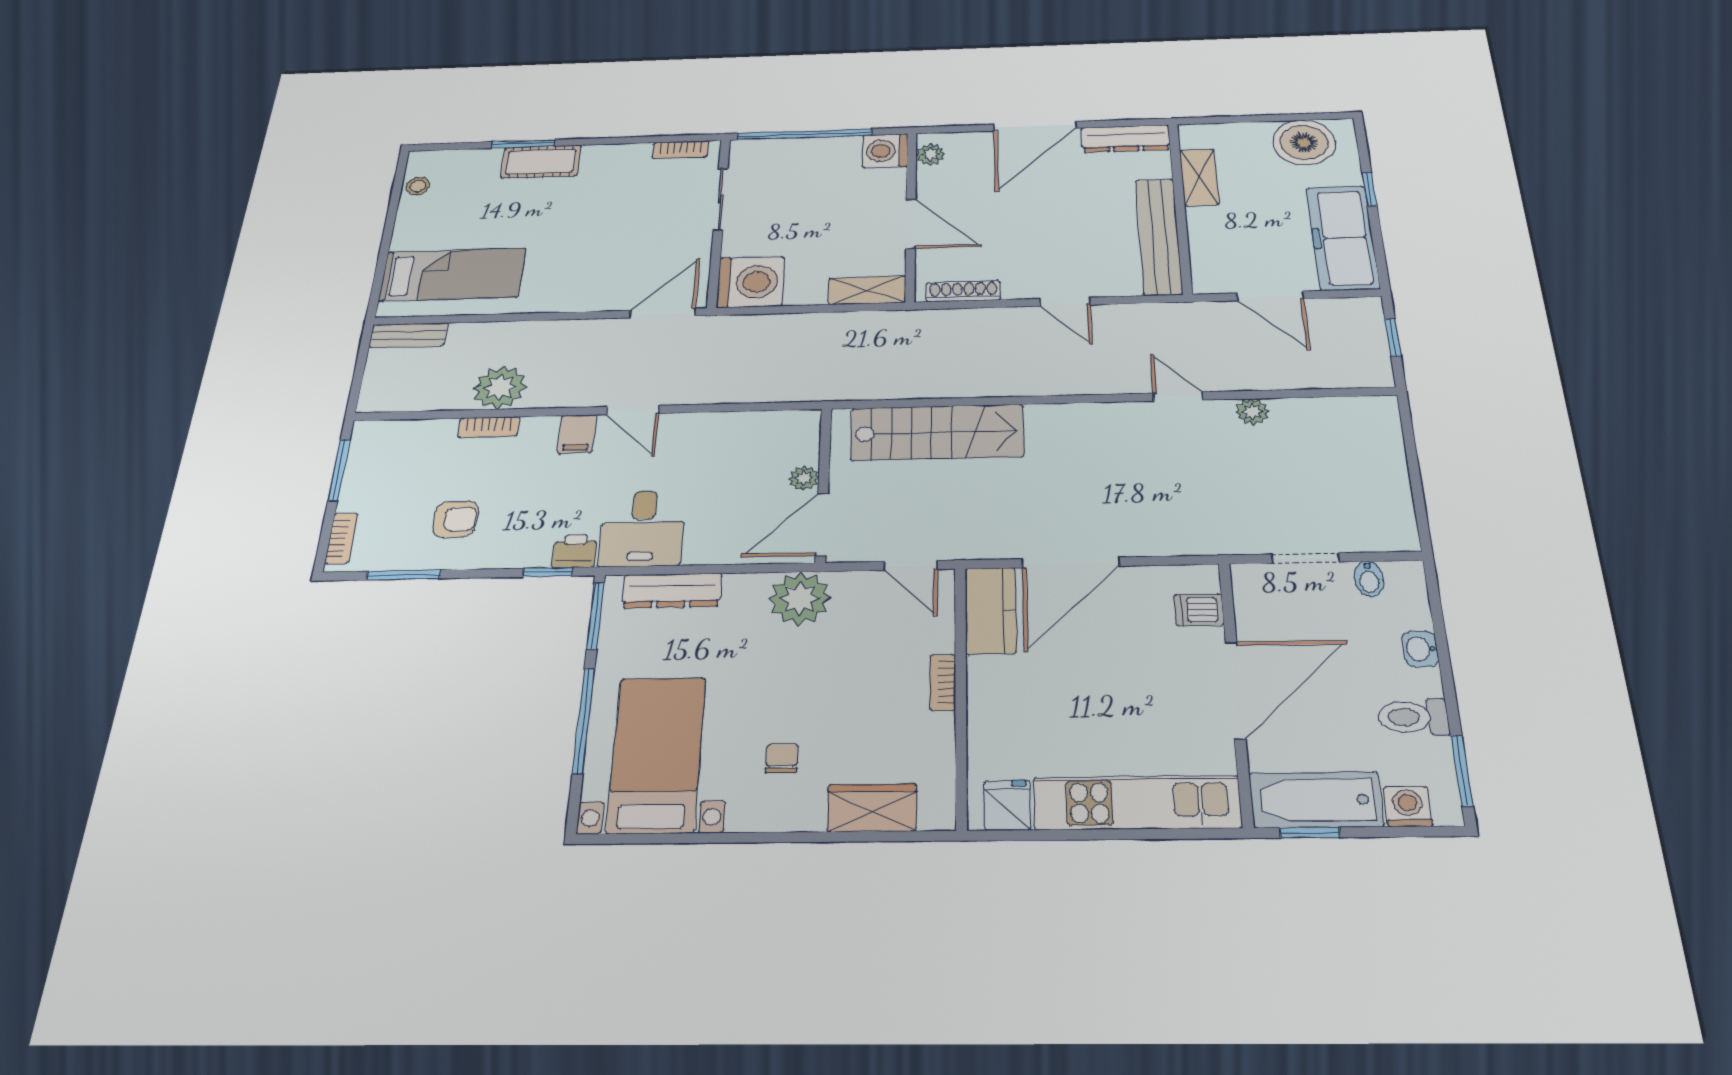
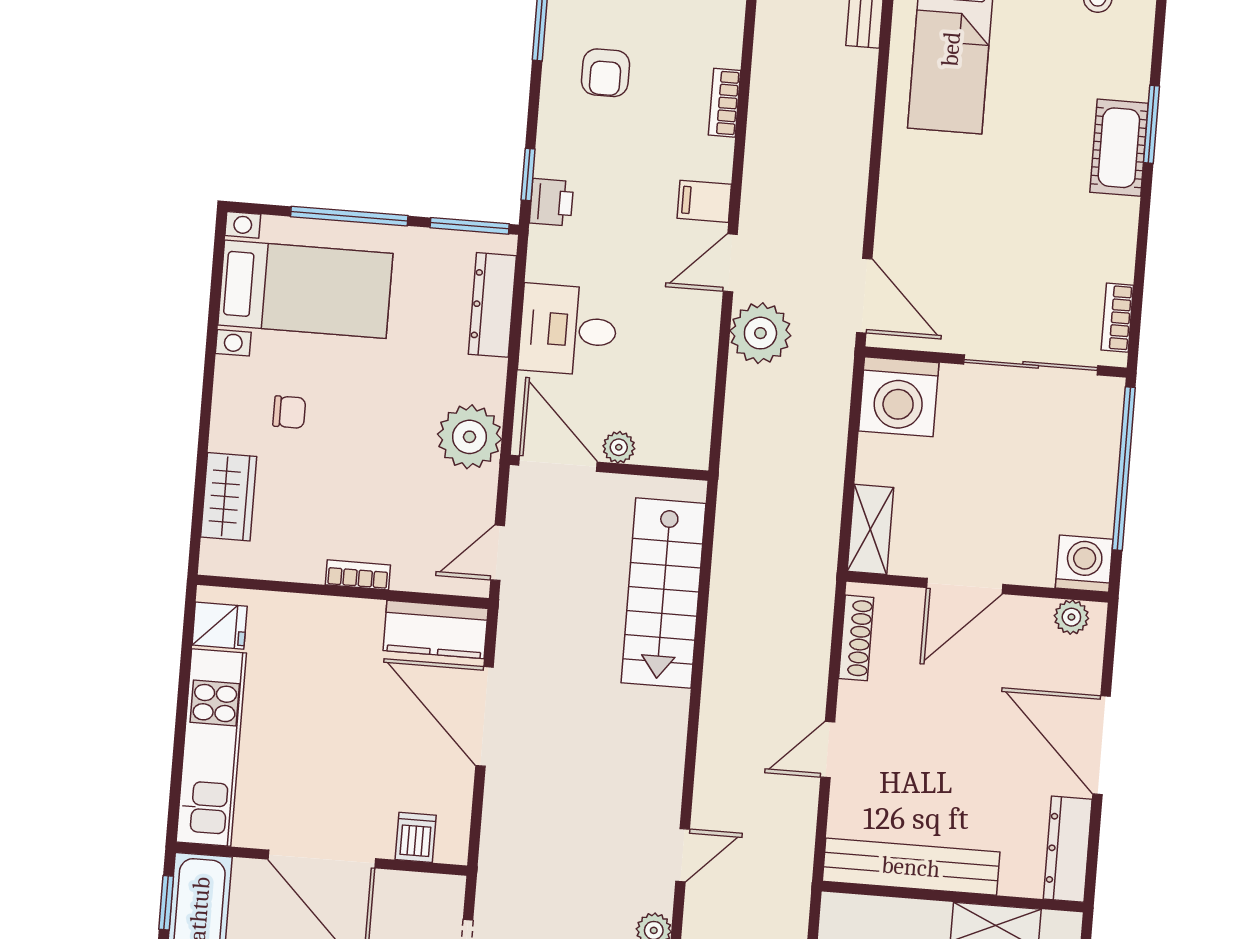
sliding door: (721, 199) -> (1031, 365), width x1.37
plant: (500, 388) -> (760, 333), moved
desk: (642, 528) -> (568, 330), moved

